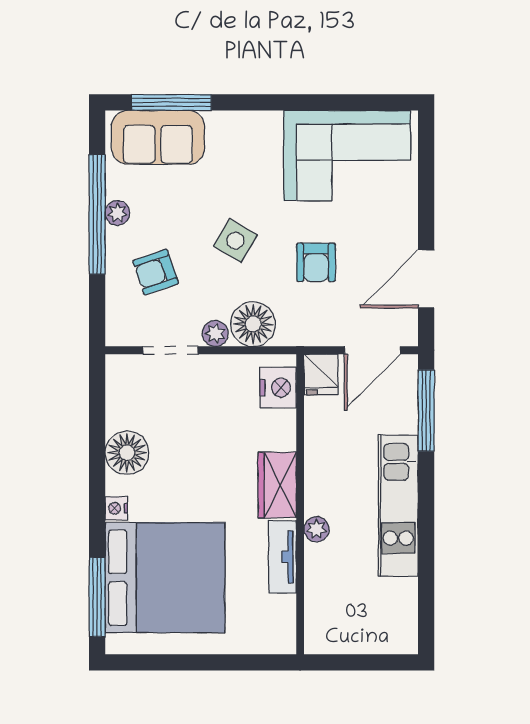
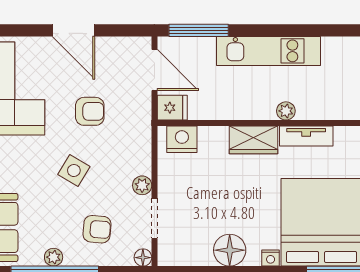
armchair: (156, 272) -> (97, 229), turned -66
door: (426, 279) -> (73, 30), moved
floor lamp: (253, 324) -> (143, 258), moved, width x0.53, depth x0.53

